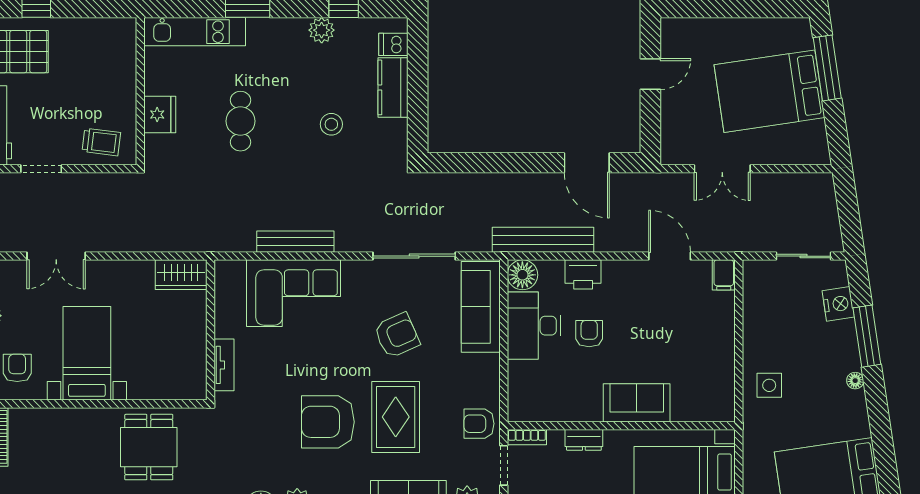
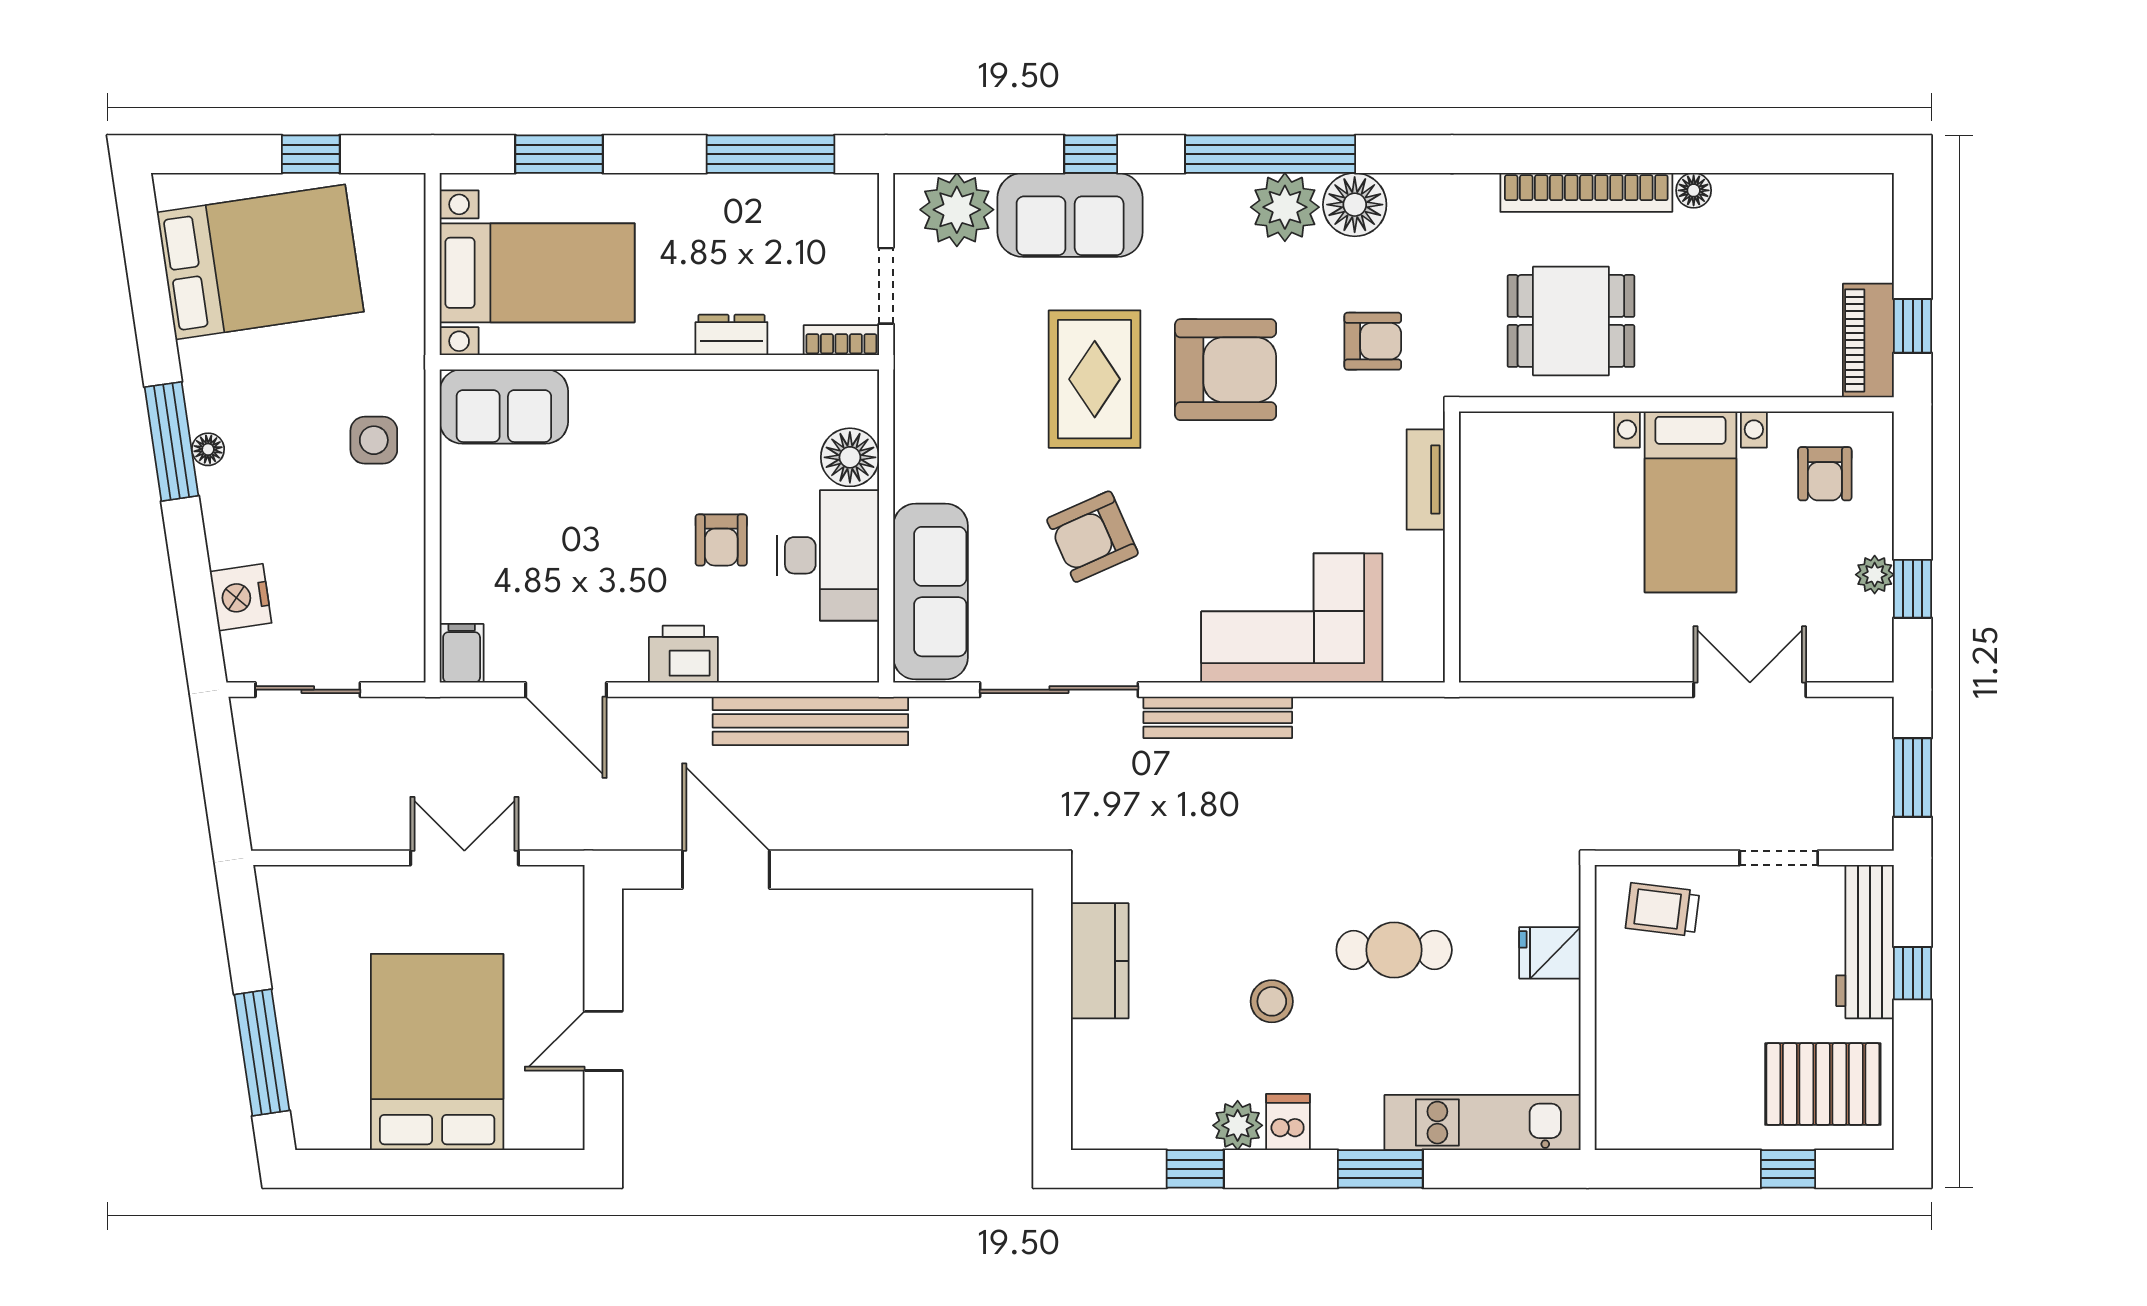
dishwasher: (393, 44) -> (1288, 1122), moved, turned -90
kitchen counter: (393, 87) -> (1100, 961), moved
bed: (769, 91) -> (437, 1052), moved, turned -82
fridge: (160, 114) -> (1550, 953), width x0.72
cafe table: (240, 121) -> (1394, 950), turned 90
stool: (331, 124) -> (1272, 1001), moved
bench: (295, 242) -> (1218, 717), moved
printer: (583, 274) -> (683, 654), moved
wardrobe: (181, 275) -> (1509, 654), removed
floor lamp: (522, 275) -> (850, 457), moved
window: (867, 336) -> (172, 441), moved
sofa: (637, 403) -> (504, 406), moved
armchair: (479, 424) -> (1373, 341), moved
dining table: (149, 447) -> (1571, 321), turned 90

